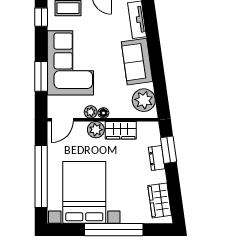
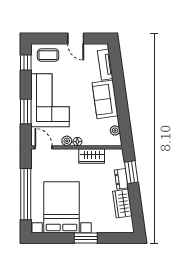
plant: (144, 100) -> (115, 130), width x0.53, depth x0.53
door: (62, 120) -> (43, 147), swing flipped
plant: (96, 130) -> (71, 155), removed
wardrobe: (160, 200) -> (122, 203), moved
window: (114, 230) -> (86, 238), width x0.47

